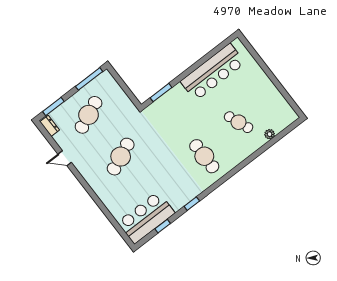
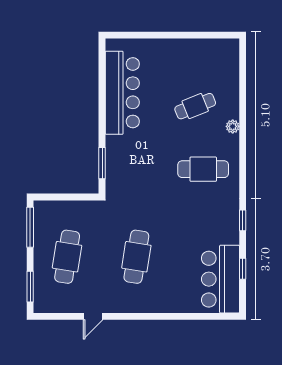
cafe table: (89, 115) -> (67, 257), turned 33
dresser: (50, 126) -> (47, 306), removed
plant: (270, 134) -> (233, 126), moved
cafe table: (121, 157) -> (136, 257), turned 33

